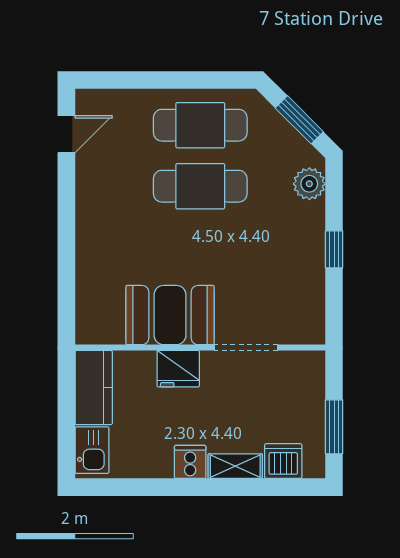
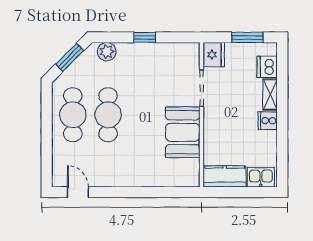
fridge: (178, 369) -> (214, 55), moved

